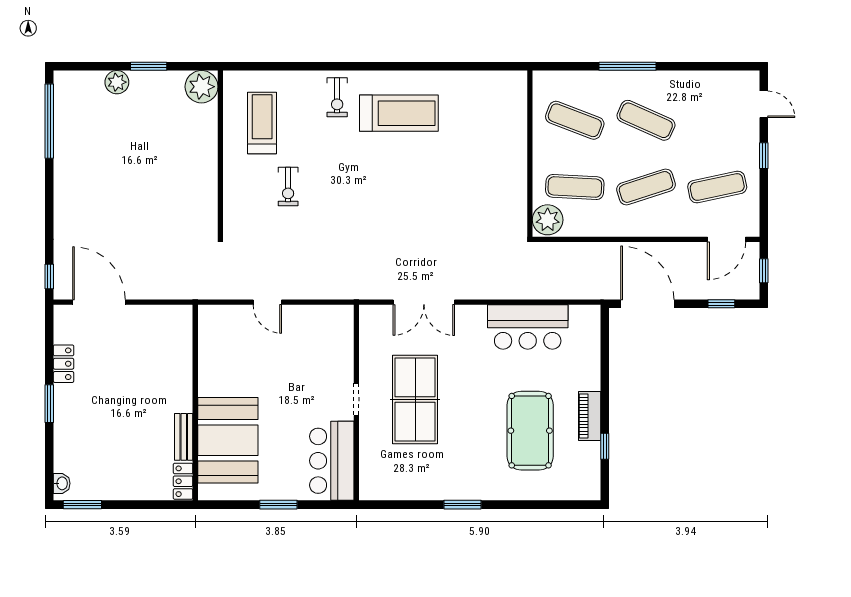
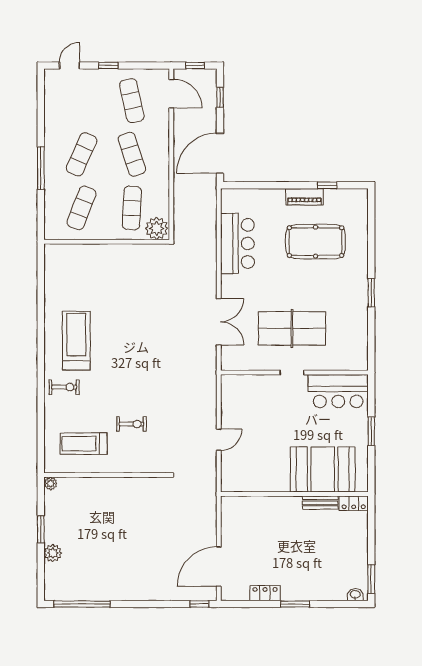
plant: (202, 87) -> (51, 484), width x0.53, depth x0.53

